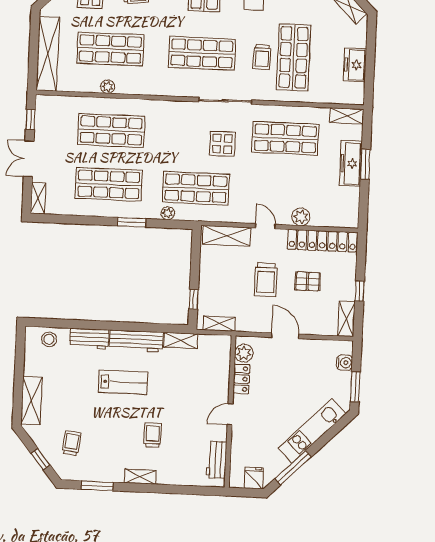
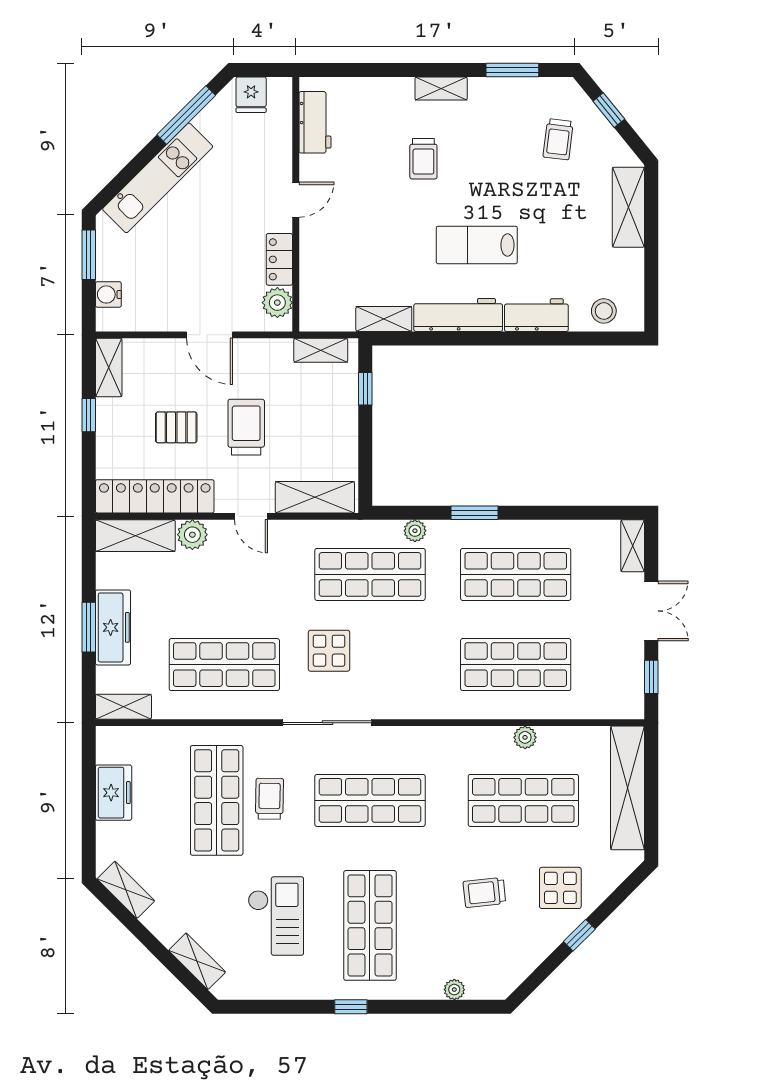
shelving: (335, 218) -> (135, 536), added

